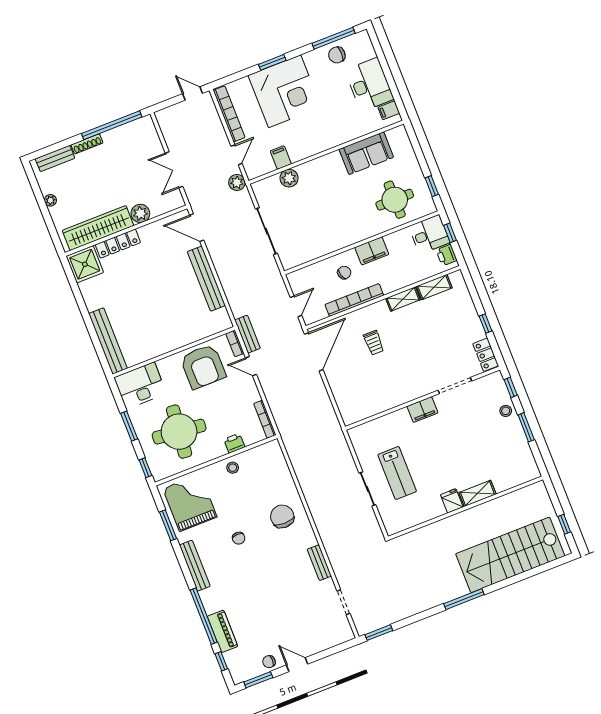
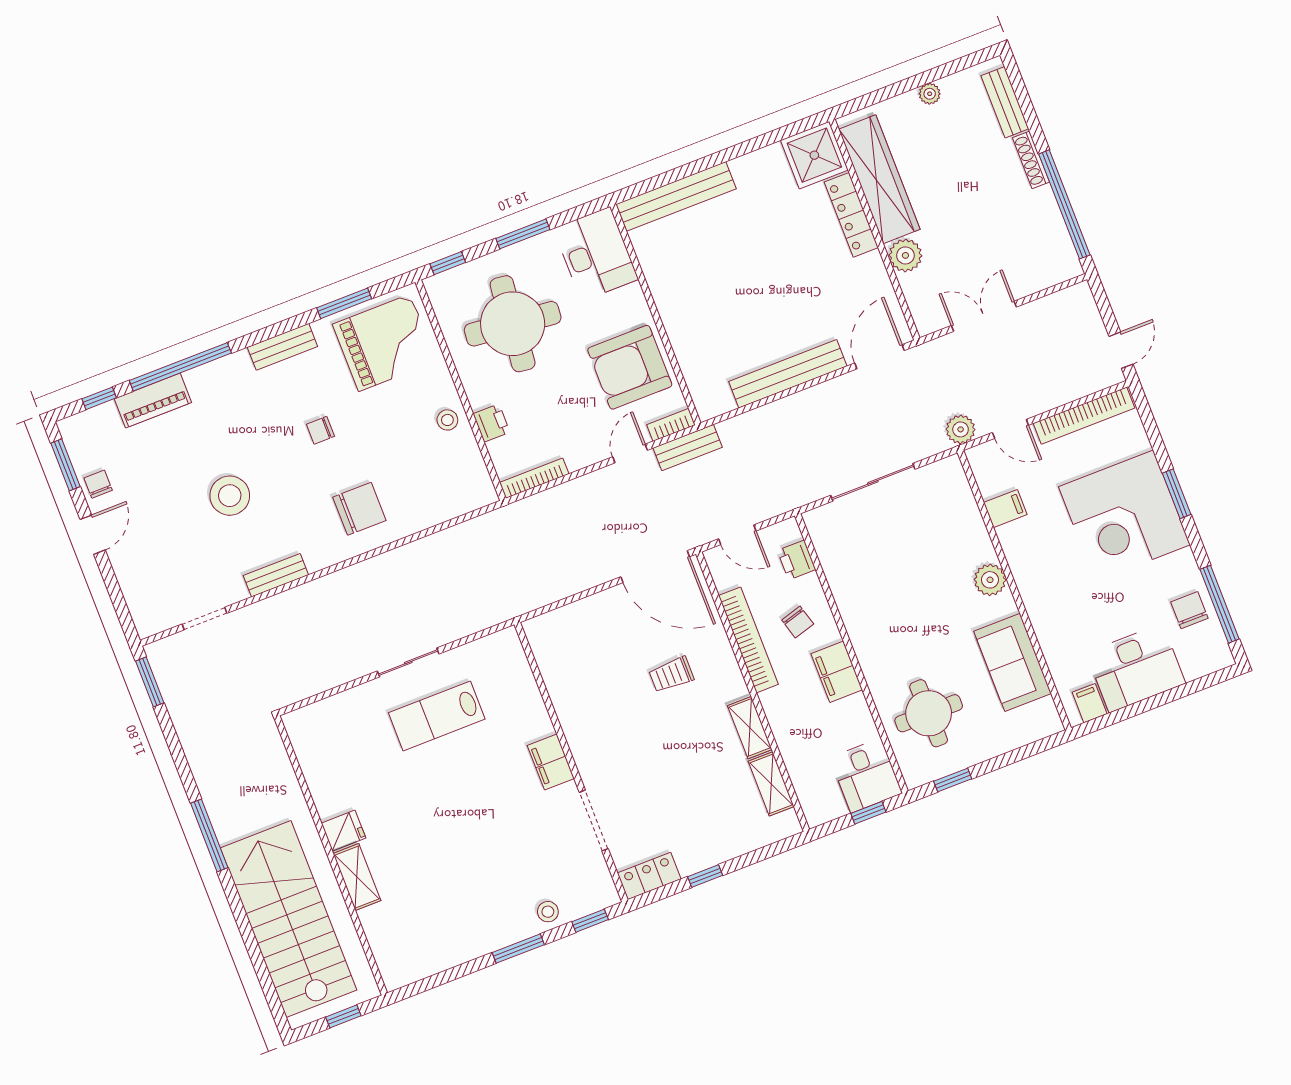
plant: (289, 178) -> (990, 580), moved
printer: (447, 255) -> (796, 560), moved, turned -90
shelving: (477, 493) -> (357, 877), moved
fridge: (452, 501) -> (344, 831), moved
wall: (466, 508) -> (331, 855), moved
bench: (195, 566) -> (282, 347), width x0.73
stool: (275, 588) -> (230, 496), added

